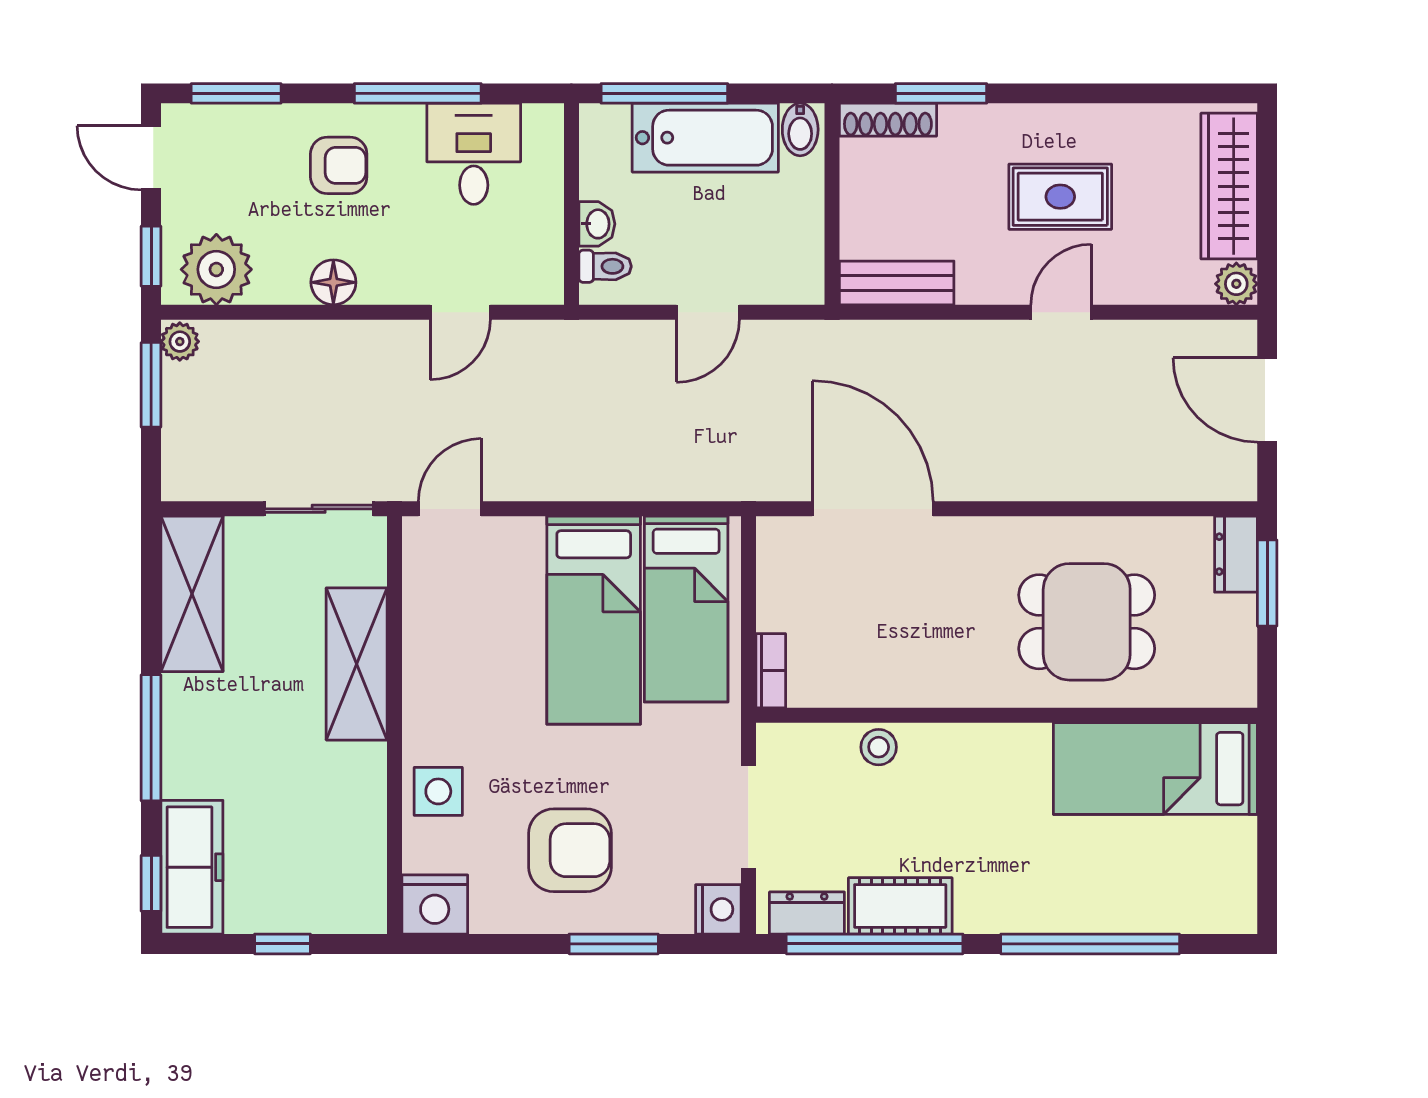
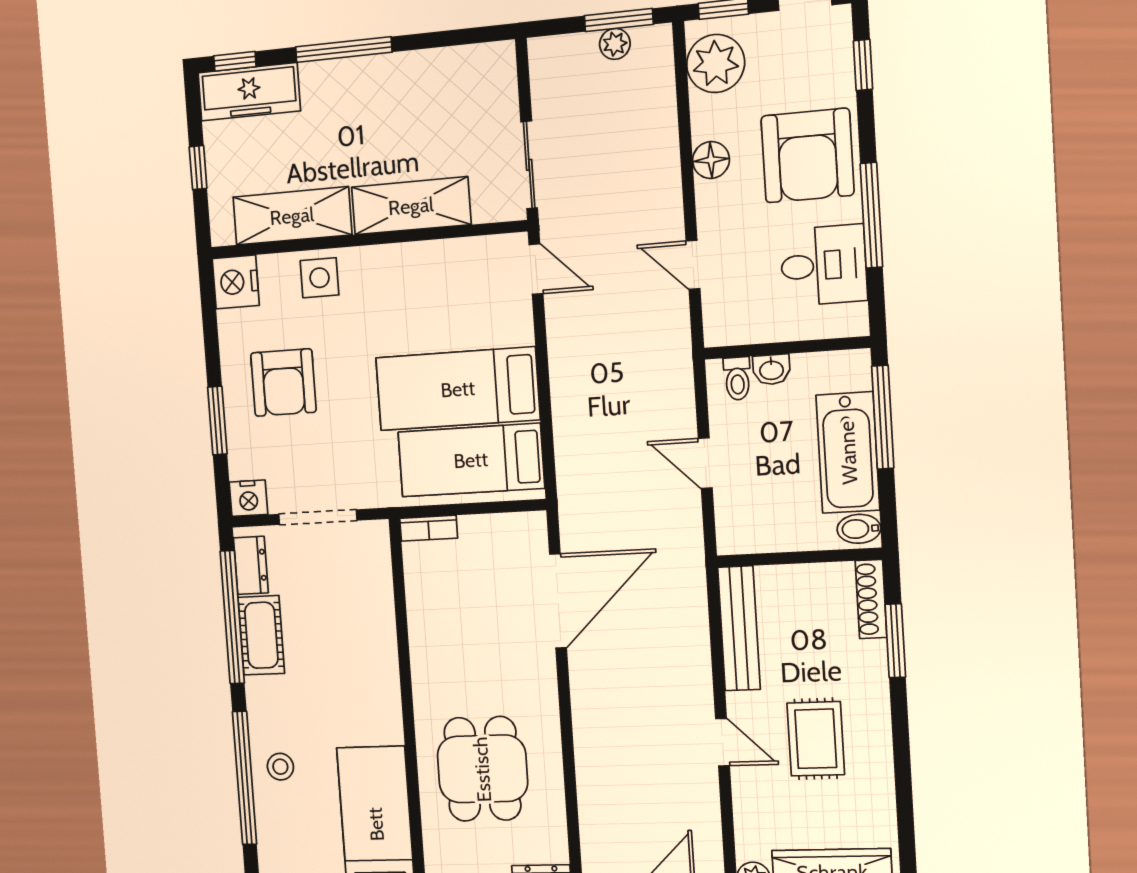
window: (236, 93) -> (863, 65), width x0.67
armchair: (339, 165) -> (807, 156), width x1.88, depth x1.88
bench: (897, 283) -> (739, 628), width x1.36
plant: (180, 342) -> (615, 44), moved
shelving: (192, 594) -> (292, 216), moved
stool: (879, 747) -> (280, 767), moved

